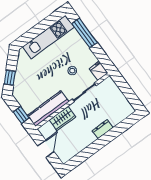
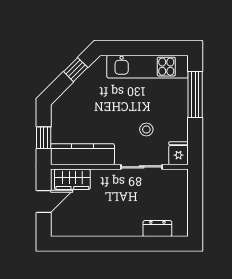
window: (10, 78) -> (76, 70), moved
wardrobe: (62, 118) -> (72, 179), moved
dresser: (103, 129) -> (157, 229), moved

